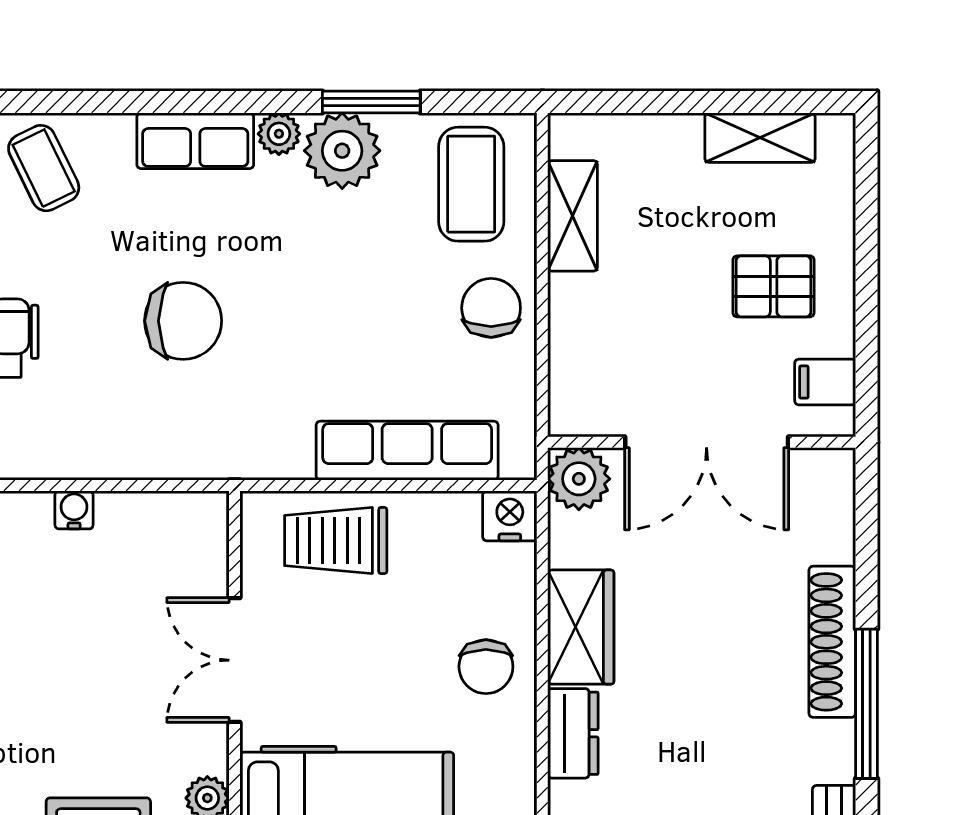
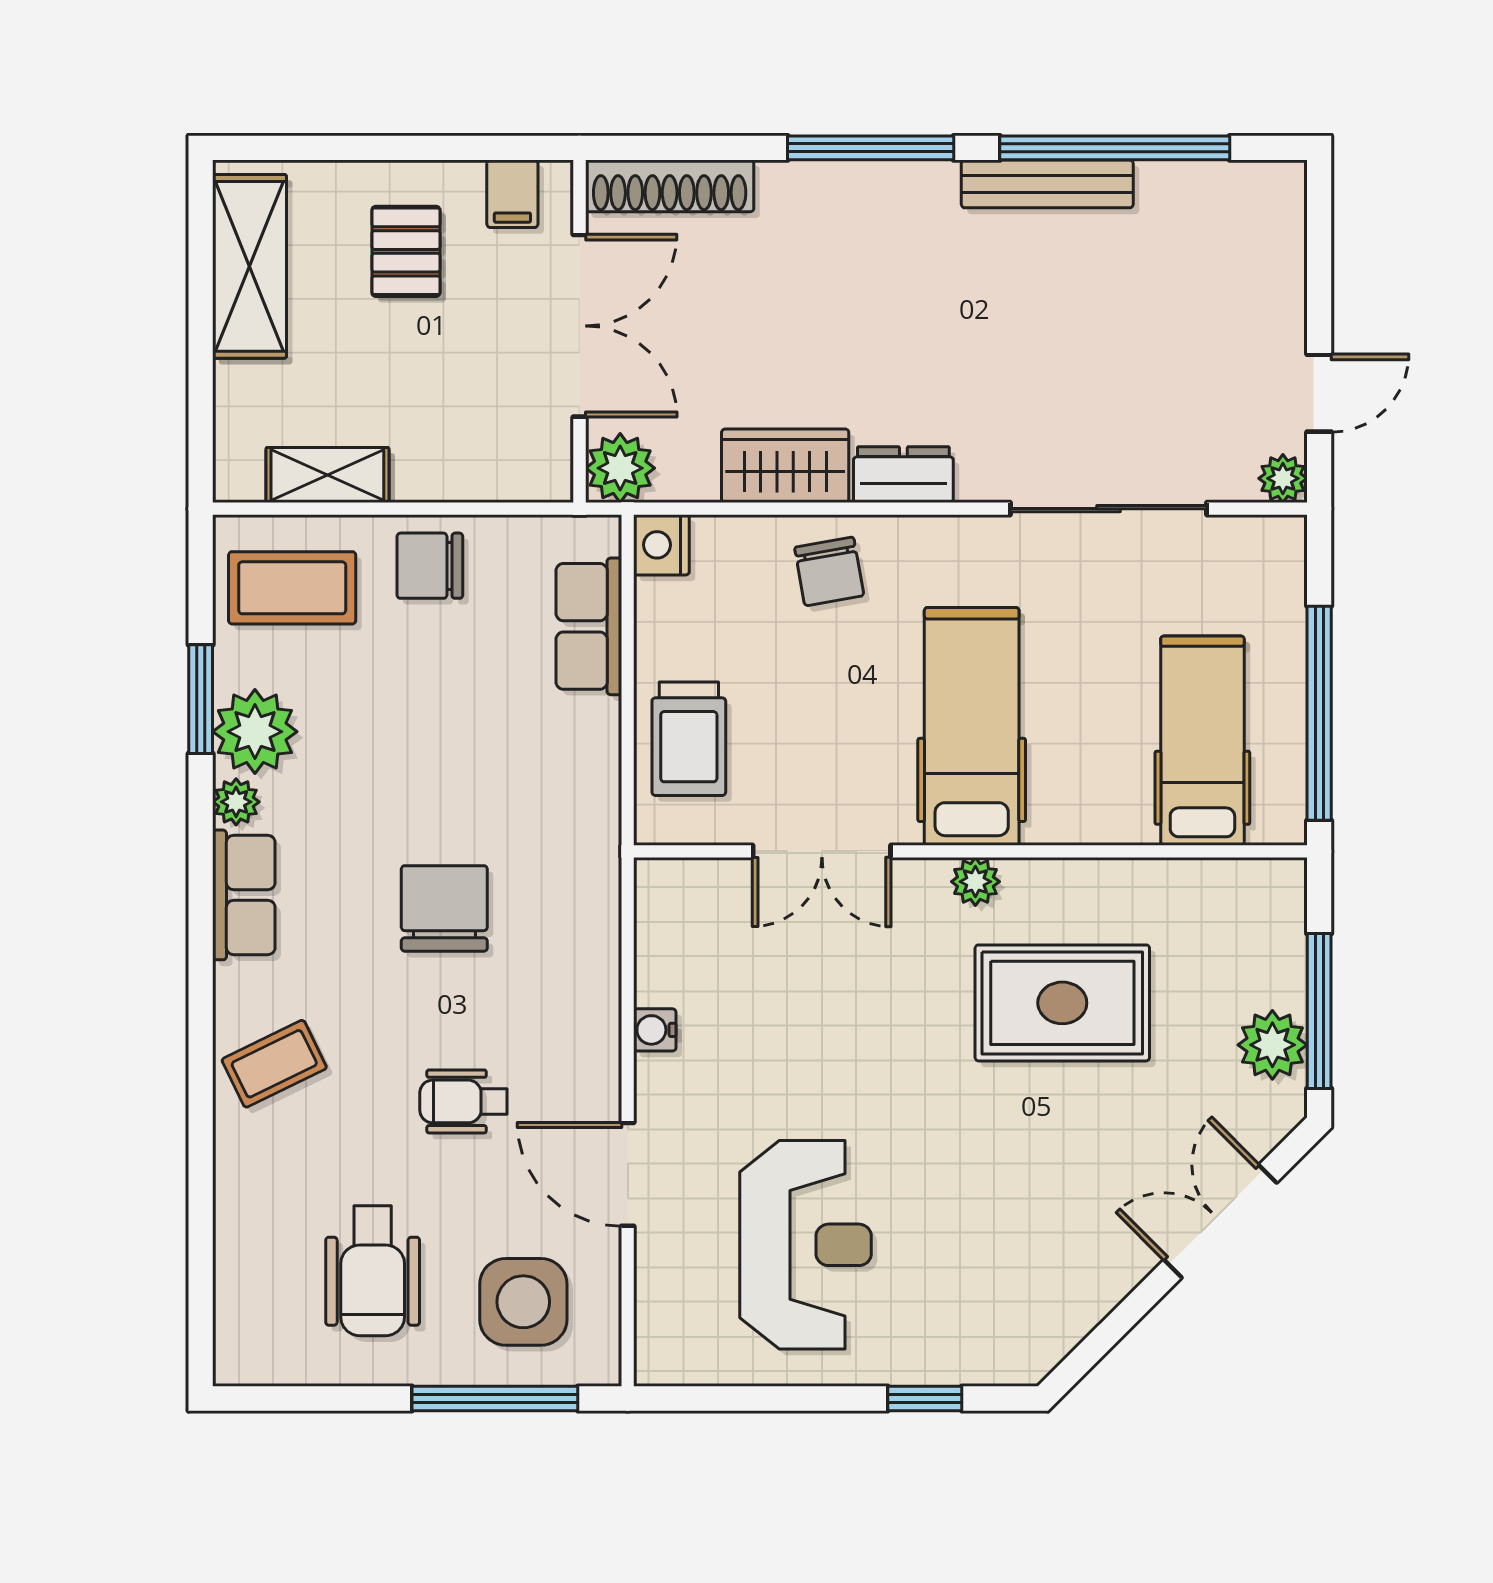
shelving: (760, 138) -> (250, 266), width x1.50, depth x1.33
row of seats: (407, 451) -> (589, 626), width x0.68
shoe rack: (832, 642) -> (670, 186), moved
chair: (486, 667) -> (829, 571), turned 80

